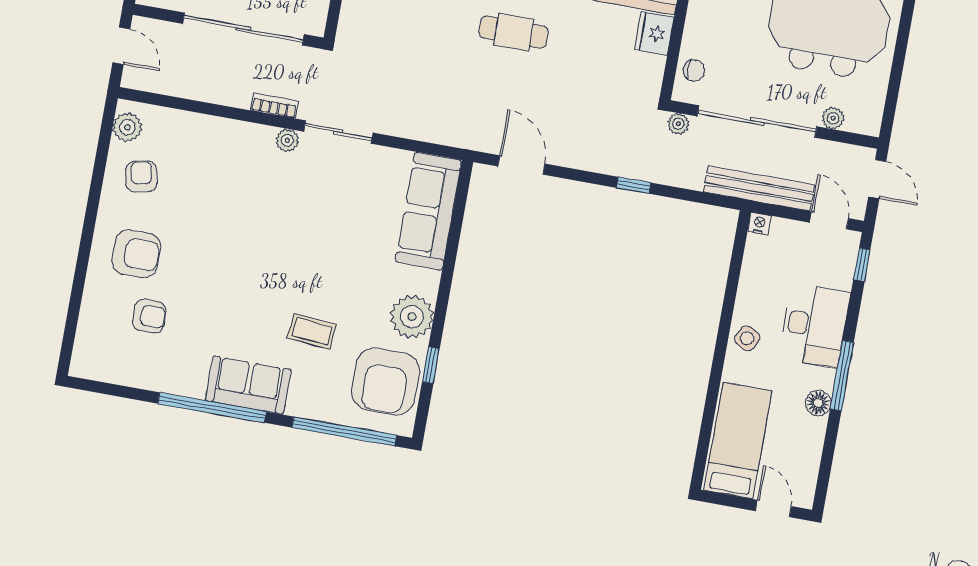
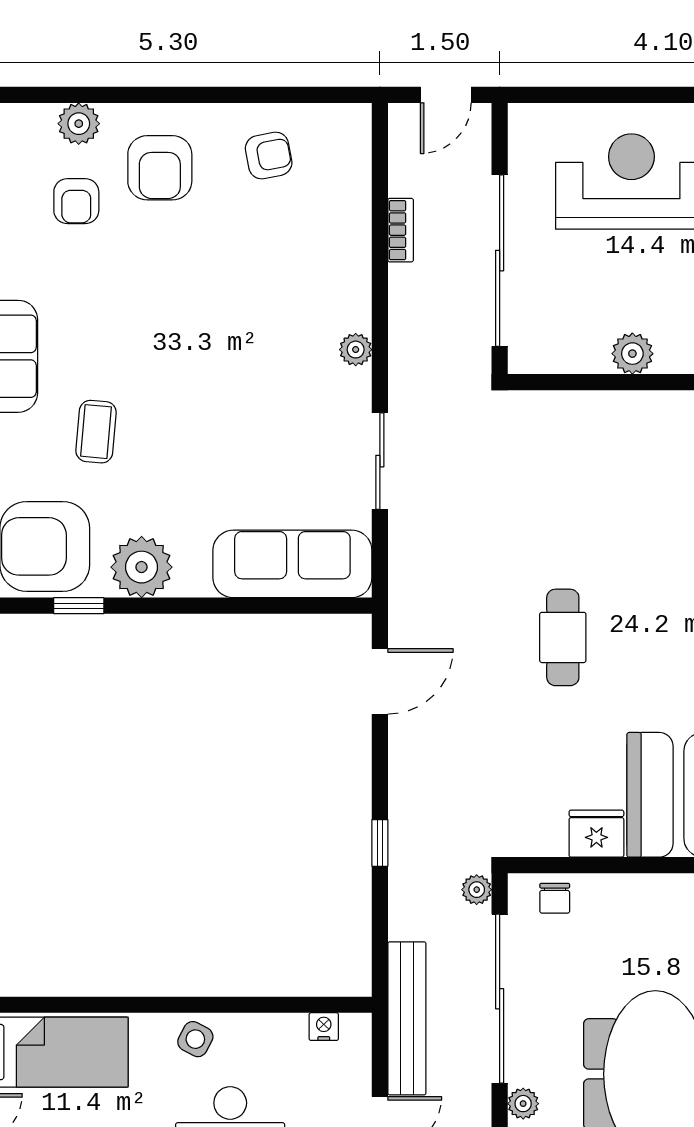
bookcase: (274, 106) -> (401, 230), moved
plant: (127, 127) -> (79, 124), moved
sliding door: (338, 132) -> (380, 461), moved
nightstand: (759, 224) -> (324, 1027), moved, turned -90

